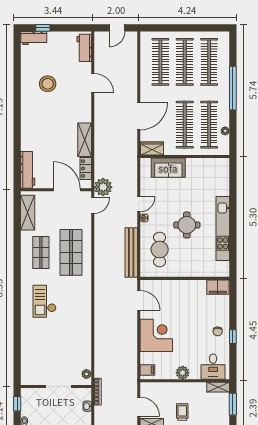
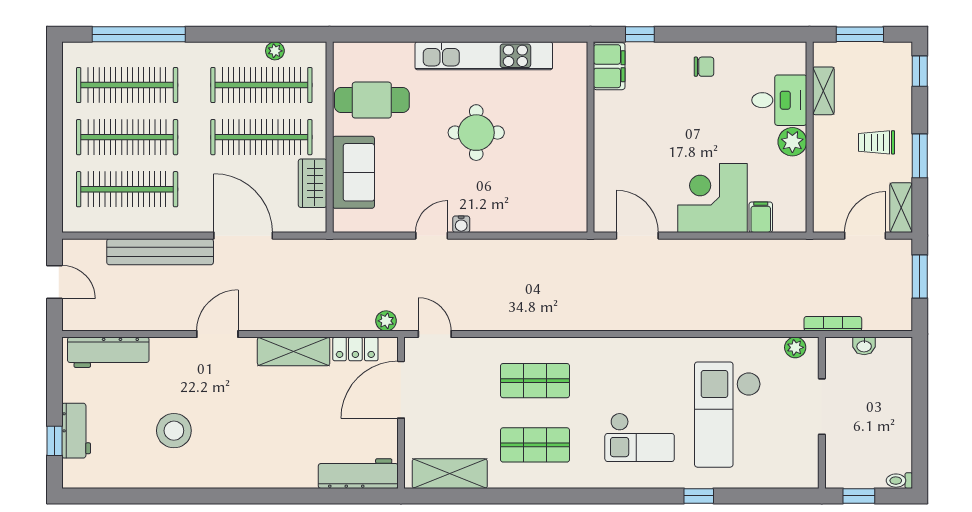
workbench: (34, 38) -> (76, 431), moved
workbench: (84, 48) -> (108, 352), width x1.37
door: (93, 83) -> (217, 334), moved
window: (233, 88) -> (139, 34), moved
wardrobe: (152, 149) -> (313, 183), moved
plant: (103, 187) -> (386, 321), width x0.53, depth x0.53
door: (139, 204) -> (432, 236), hinge flipped
cafe table: (160, 250) -> (372, 100), moved
shop shelf: (71, 252) -> (535, 381), width x0.70, depth x0.74
bench: (131, 253) -> (160, 252), moved
door: (139, 300) -> (637, 236), hinge flipped
window: (17, 329) -> (699, 496), added
window: (233, 337) -> (640, 34), moved
checkout: (55, 342) -> (728, 415), added
desk: (213, 367) -> (779, 100), moved
filing cabinet: (147, 370) -> (761, 217), moved
shelving: (218, 387) -> (823, 91), moved

